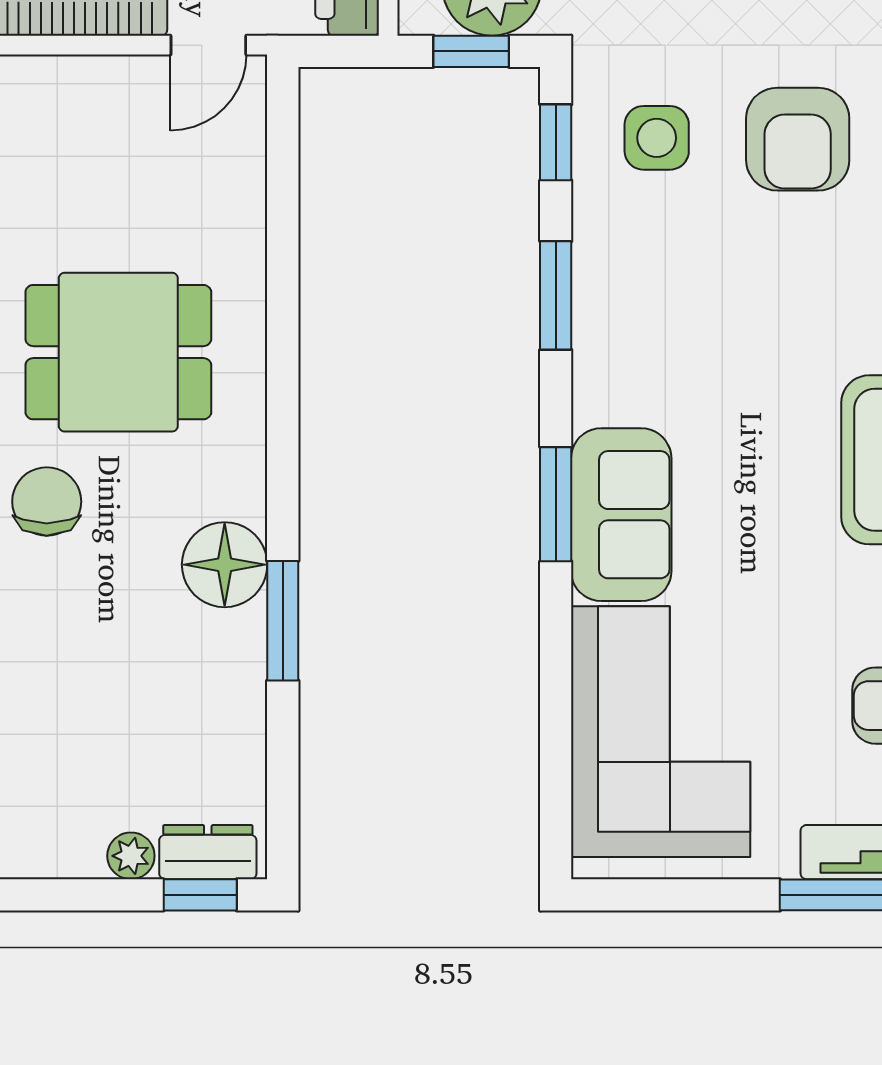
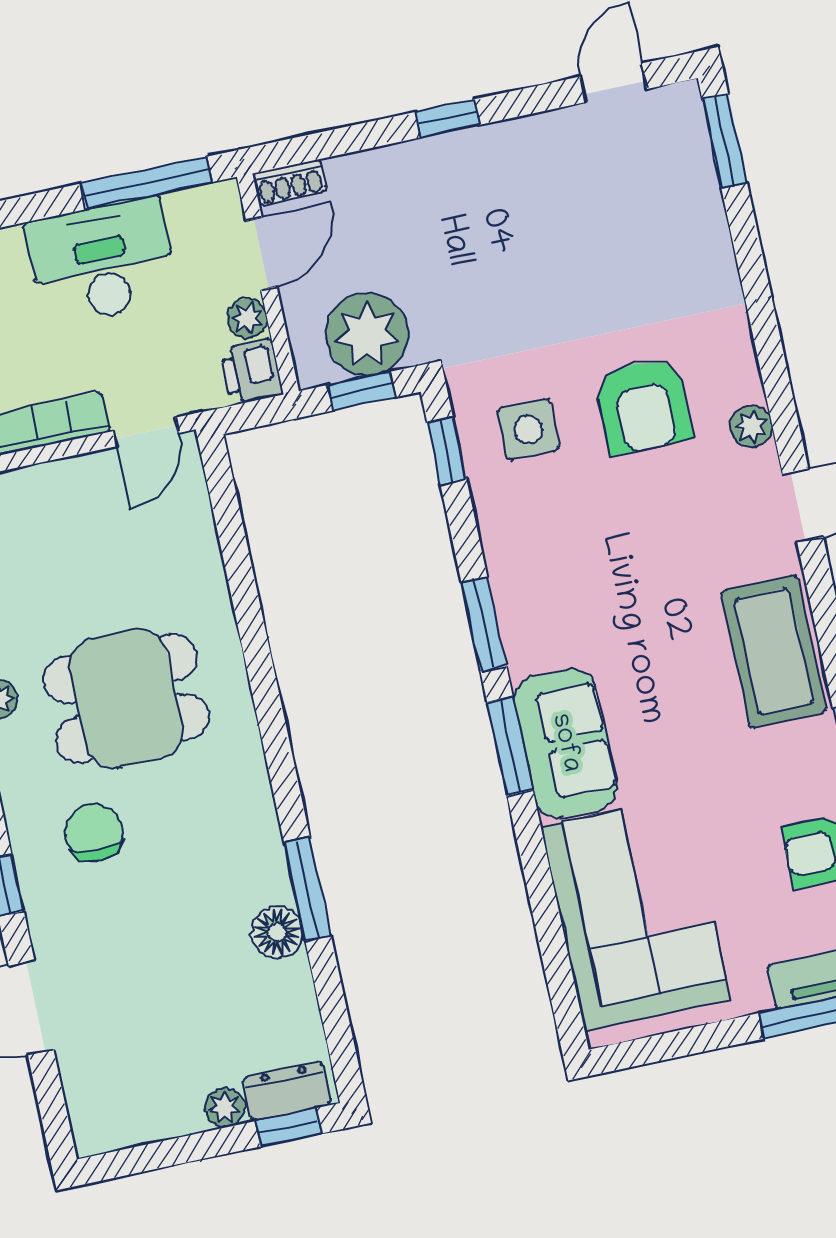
window: (556, 295) -> (484, 624), moved
floor lamp: (225, 565) -> (277, 932), moved, width x0.73, depth x0.73

